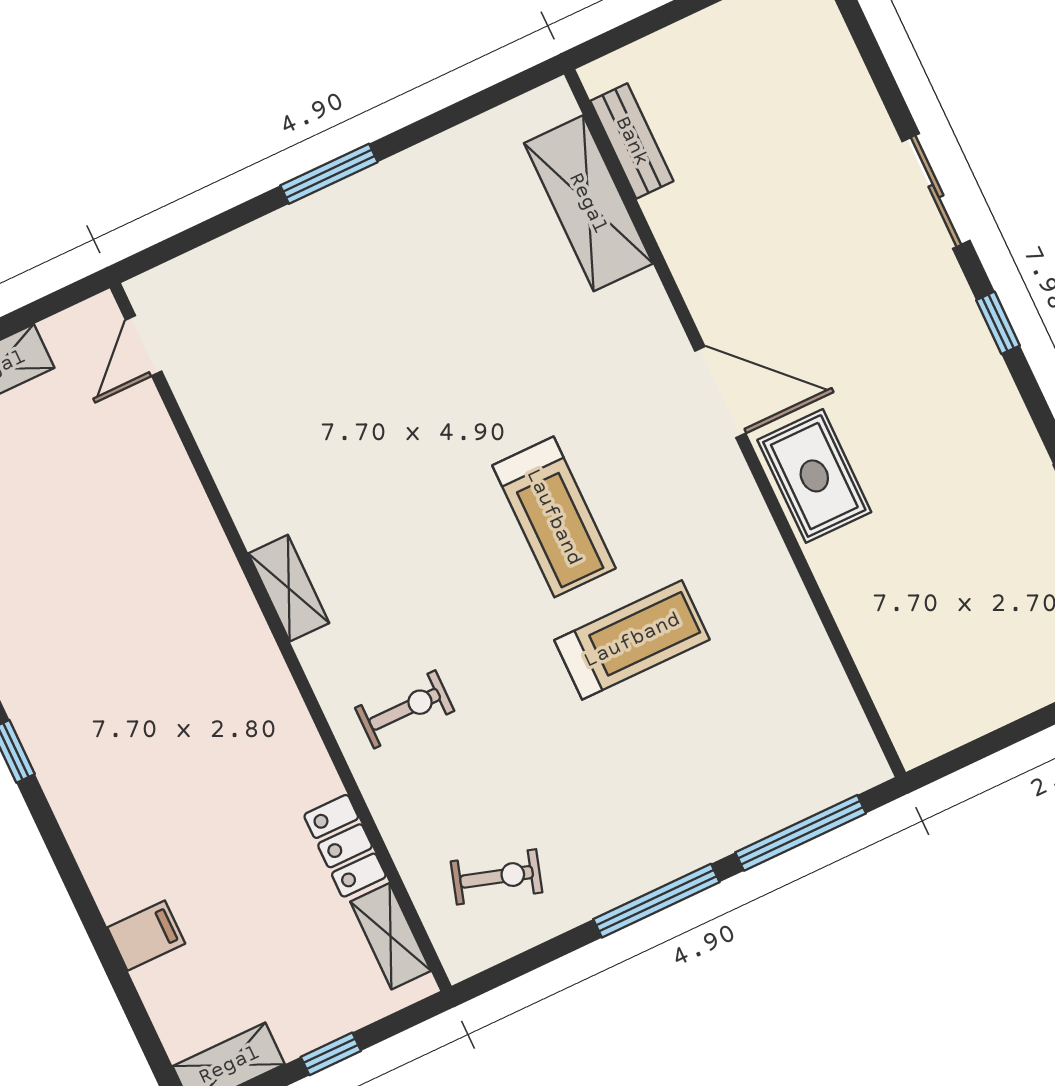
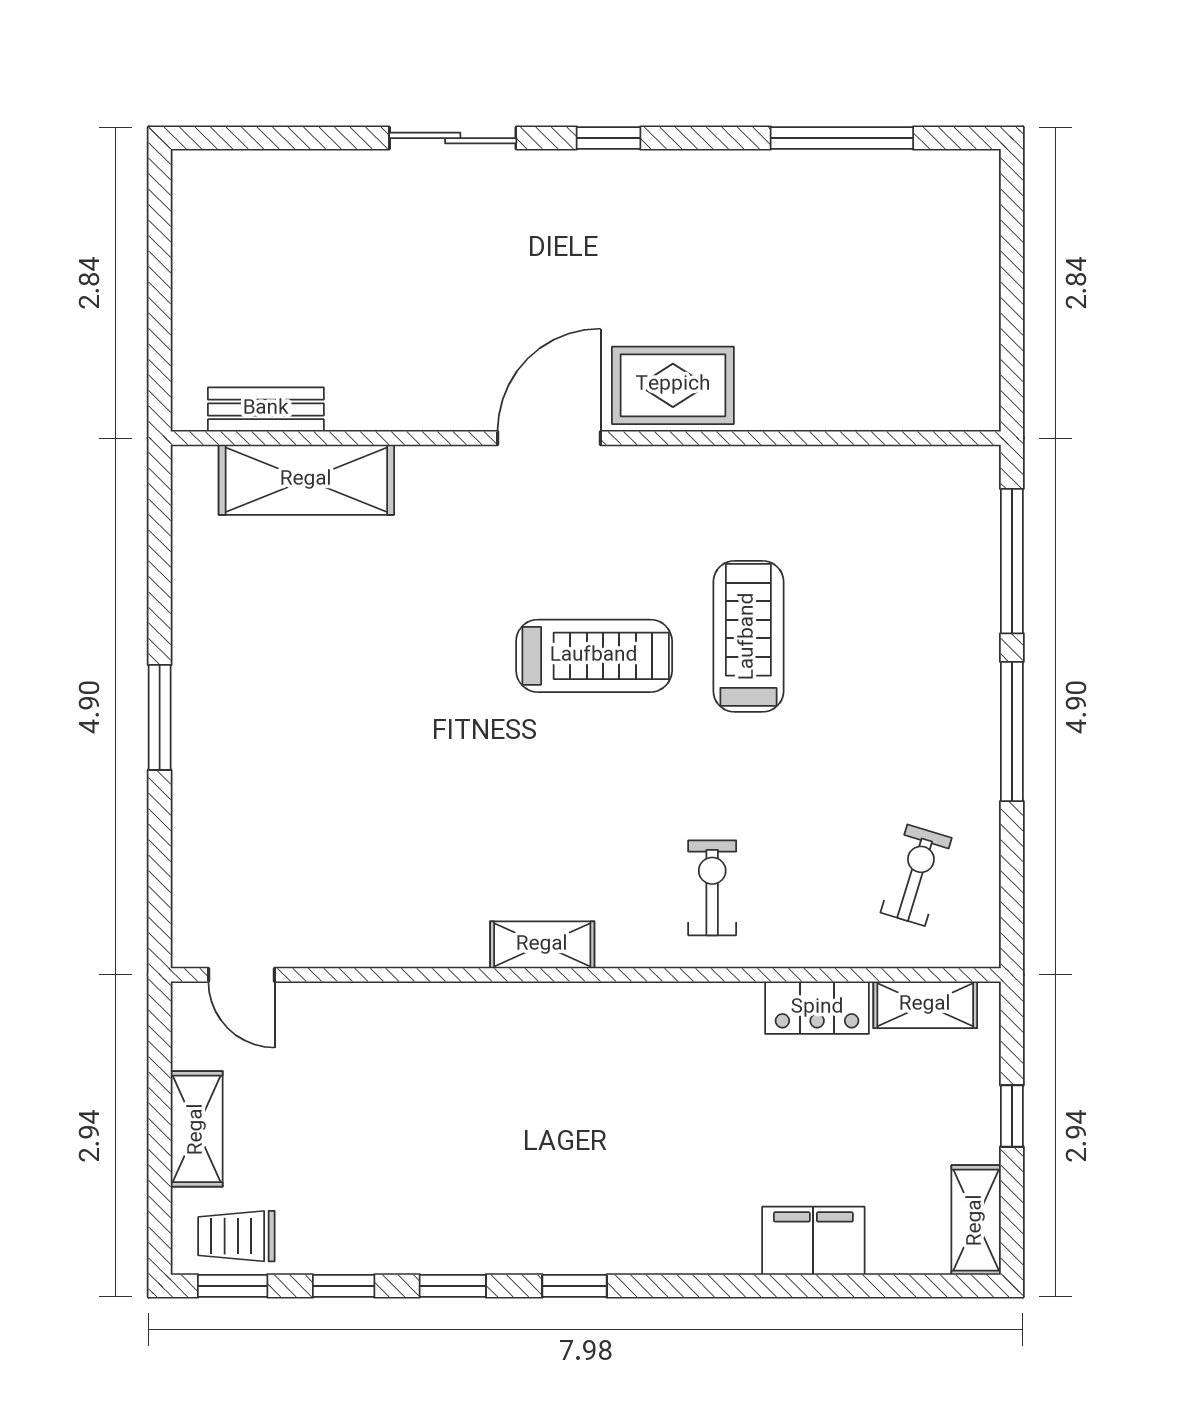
filing cabinet: (146, 936) -> (813, 1241), width x2.00

